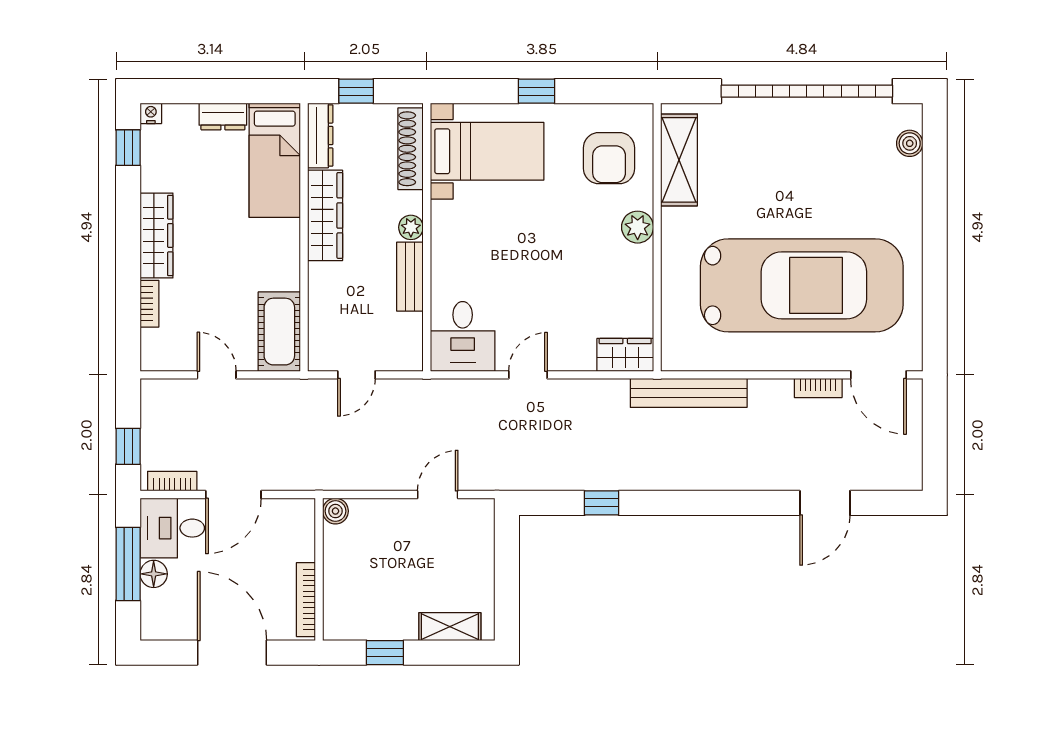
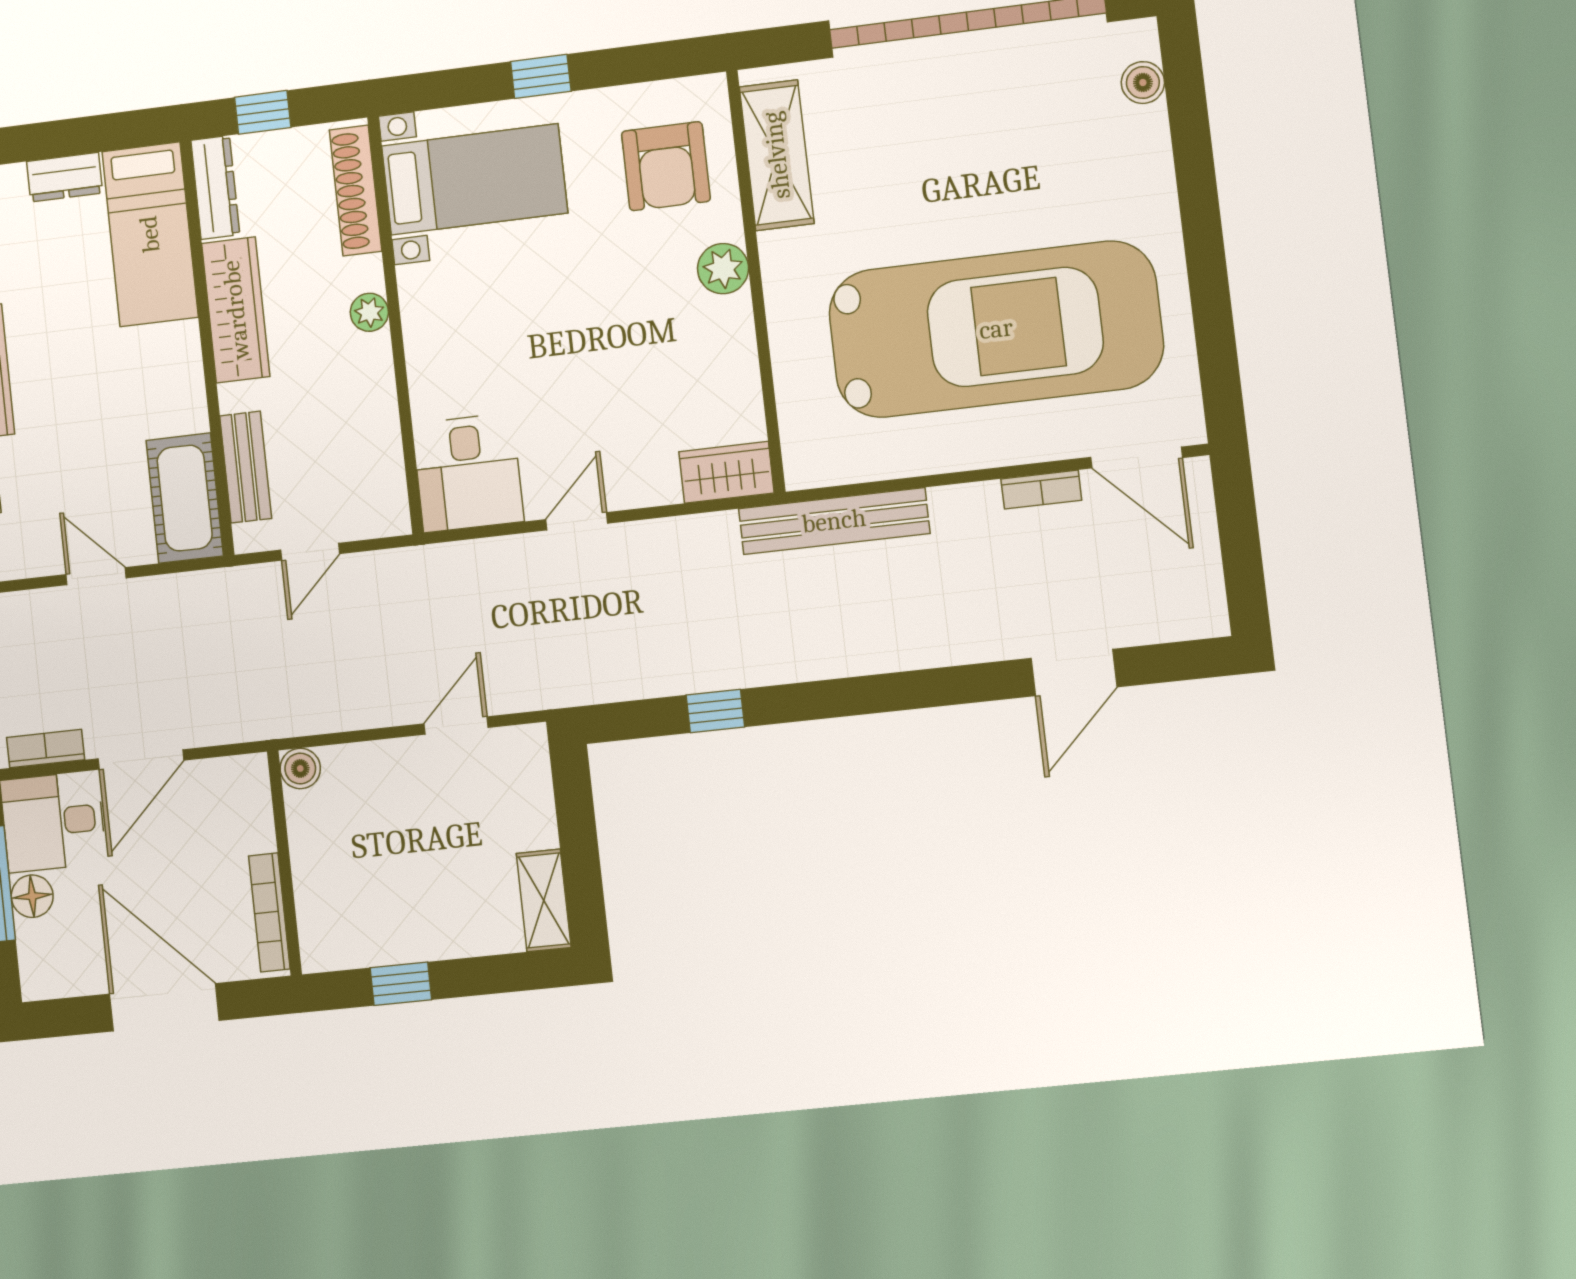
bench: (410, 277) -> (246, 467), moved
shelving: (450, 627) -> (544, 900), moved, turned 90

